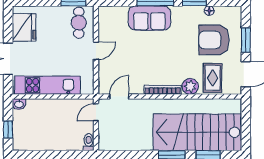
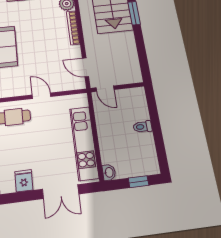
fridge: (24, 27) -> (24, 181), width x0.53, depth x0.75
toilet: (89, 142) -> (143, 127), moved

